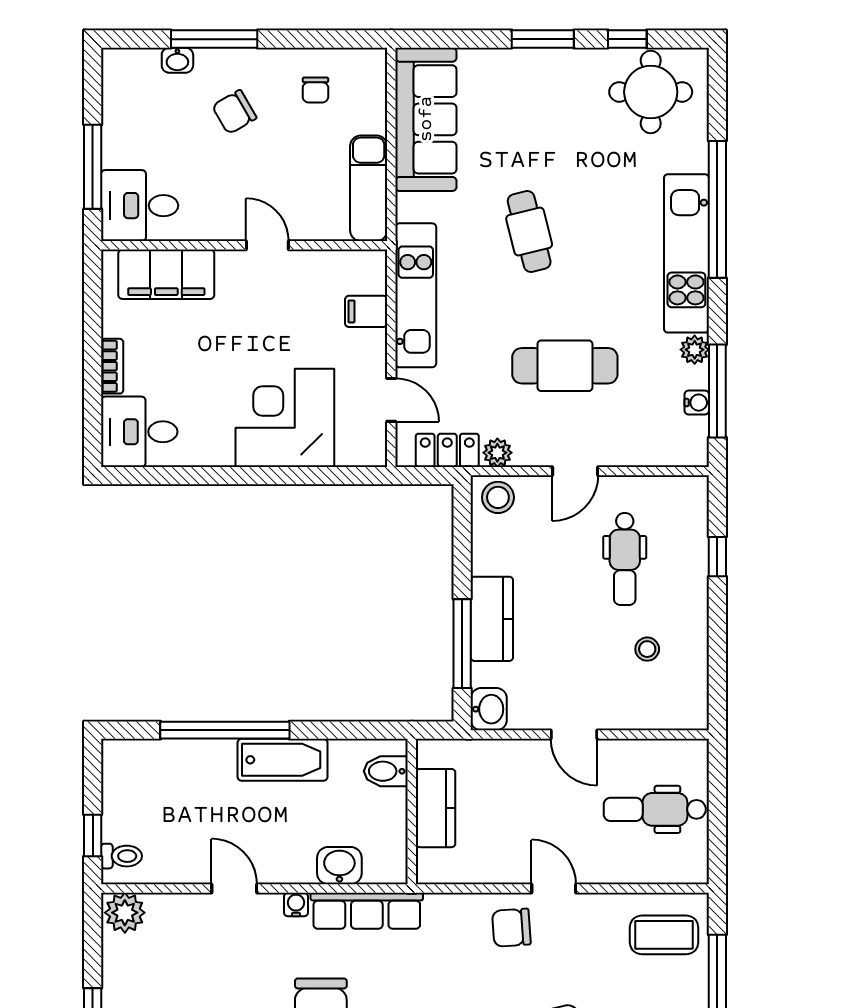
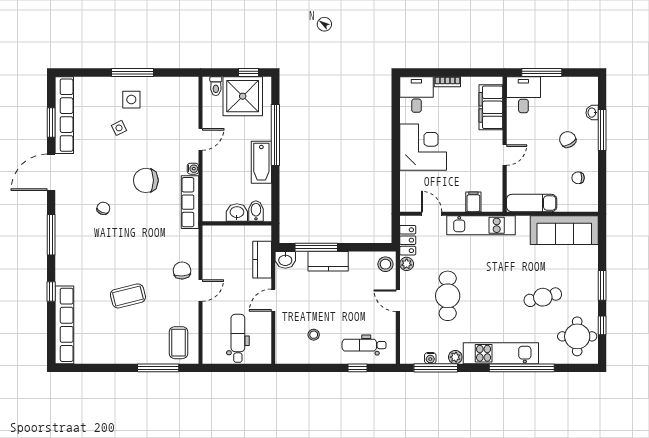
cafe table: (529, 232) -> (543, 297), moved
door: (391, 400) -> (432, 214), swing flipped
corner desk: (285, 418) -> (423, 147), moved
dental chair: (625, 559) -> (364, 345), moved
shower: (143, 799) -> (243, 96), added
kitchen counter: (436, 808) -> (262, 260), moved, turned 90
window: (93, 835) -> (249, 72), moved
washbasin: (339, 866) -> (237, 213), moved, turned -90
plant: (125, 913) -> (189, 88), removed

